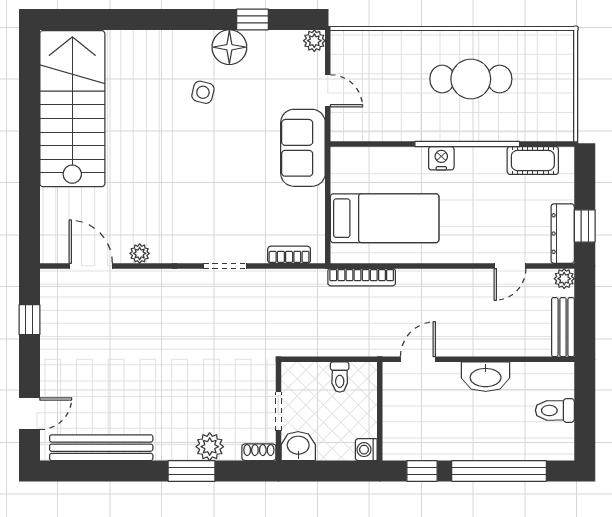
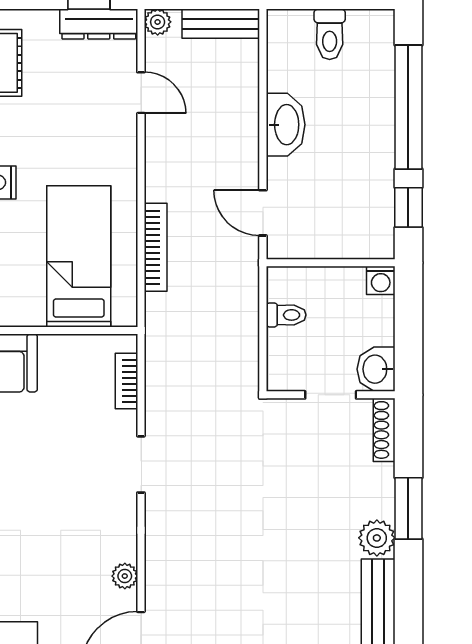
bookcase: (362, 277) -> (156, 247), moved
plant: (210, 447) -> (377, 538), moved
shoe rack: (259, 452) -> (384, 430), width x1.43

